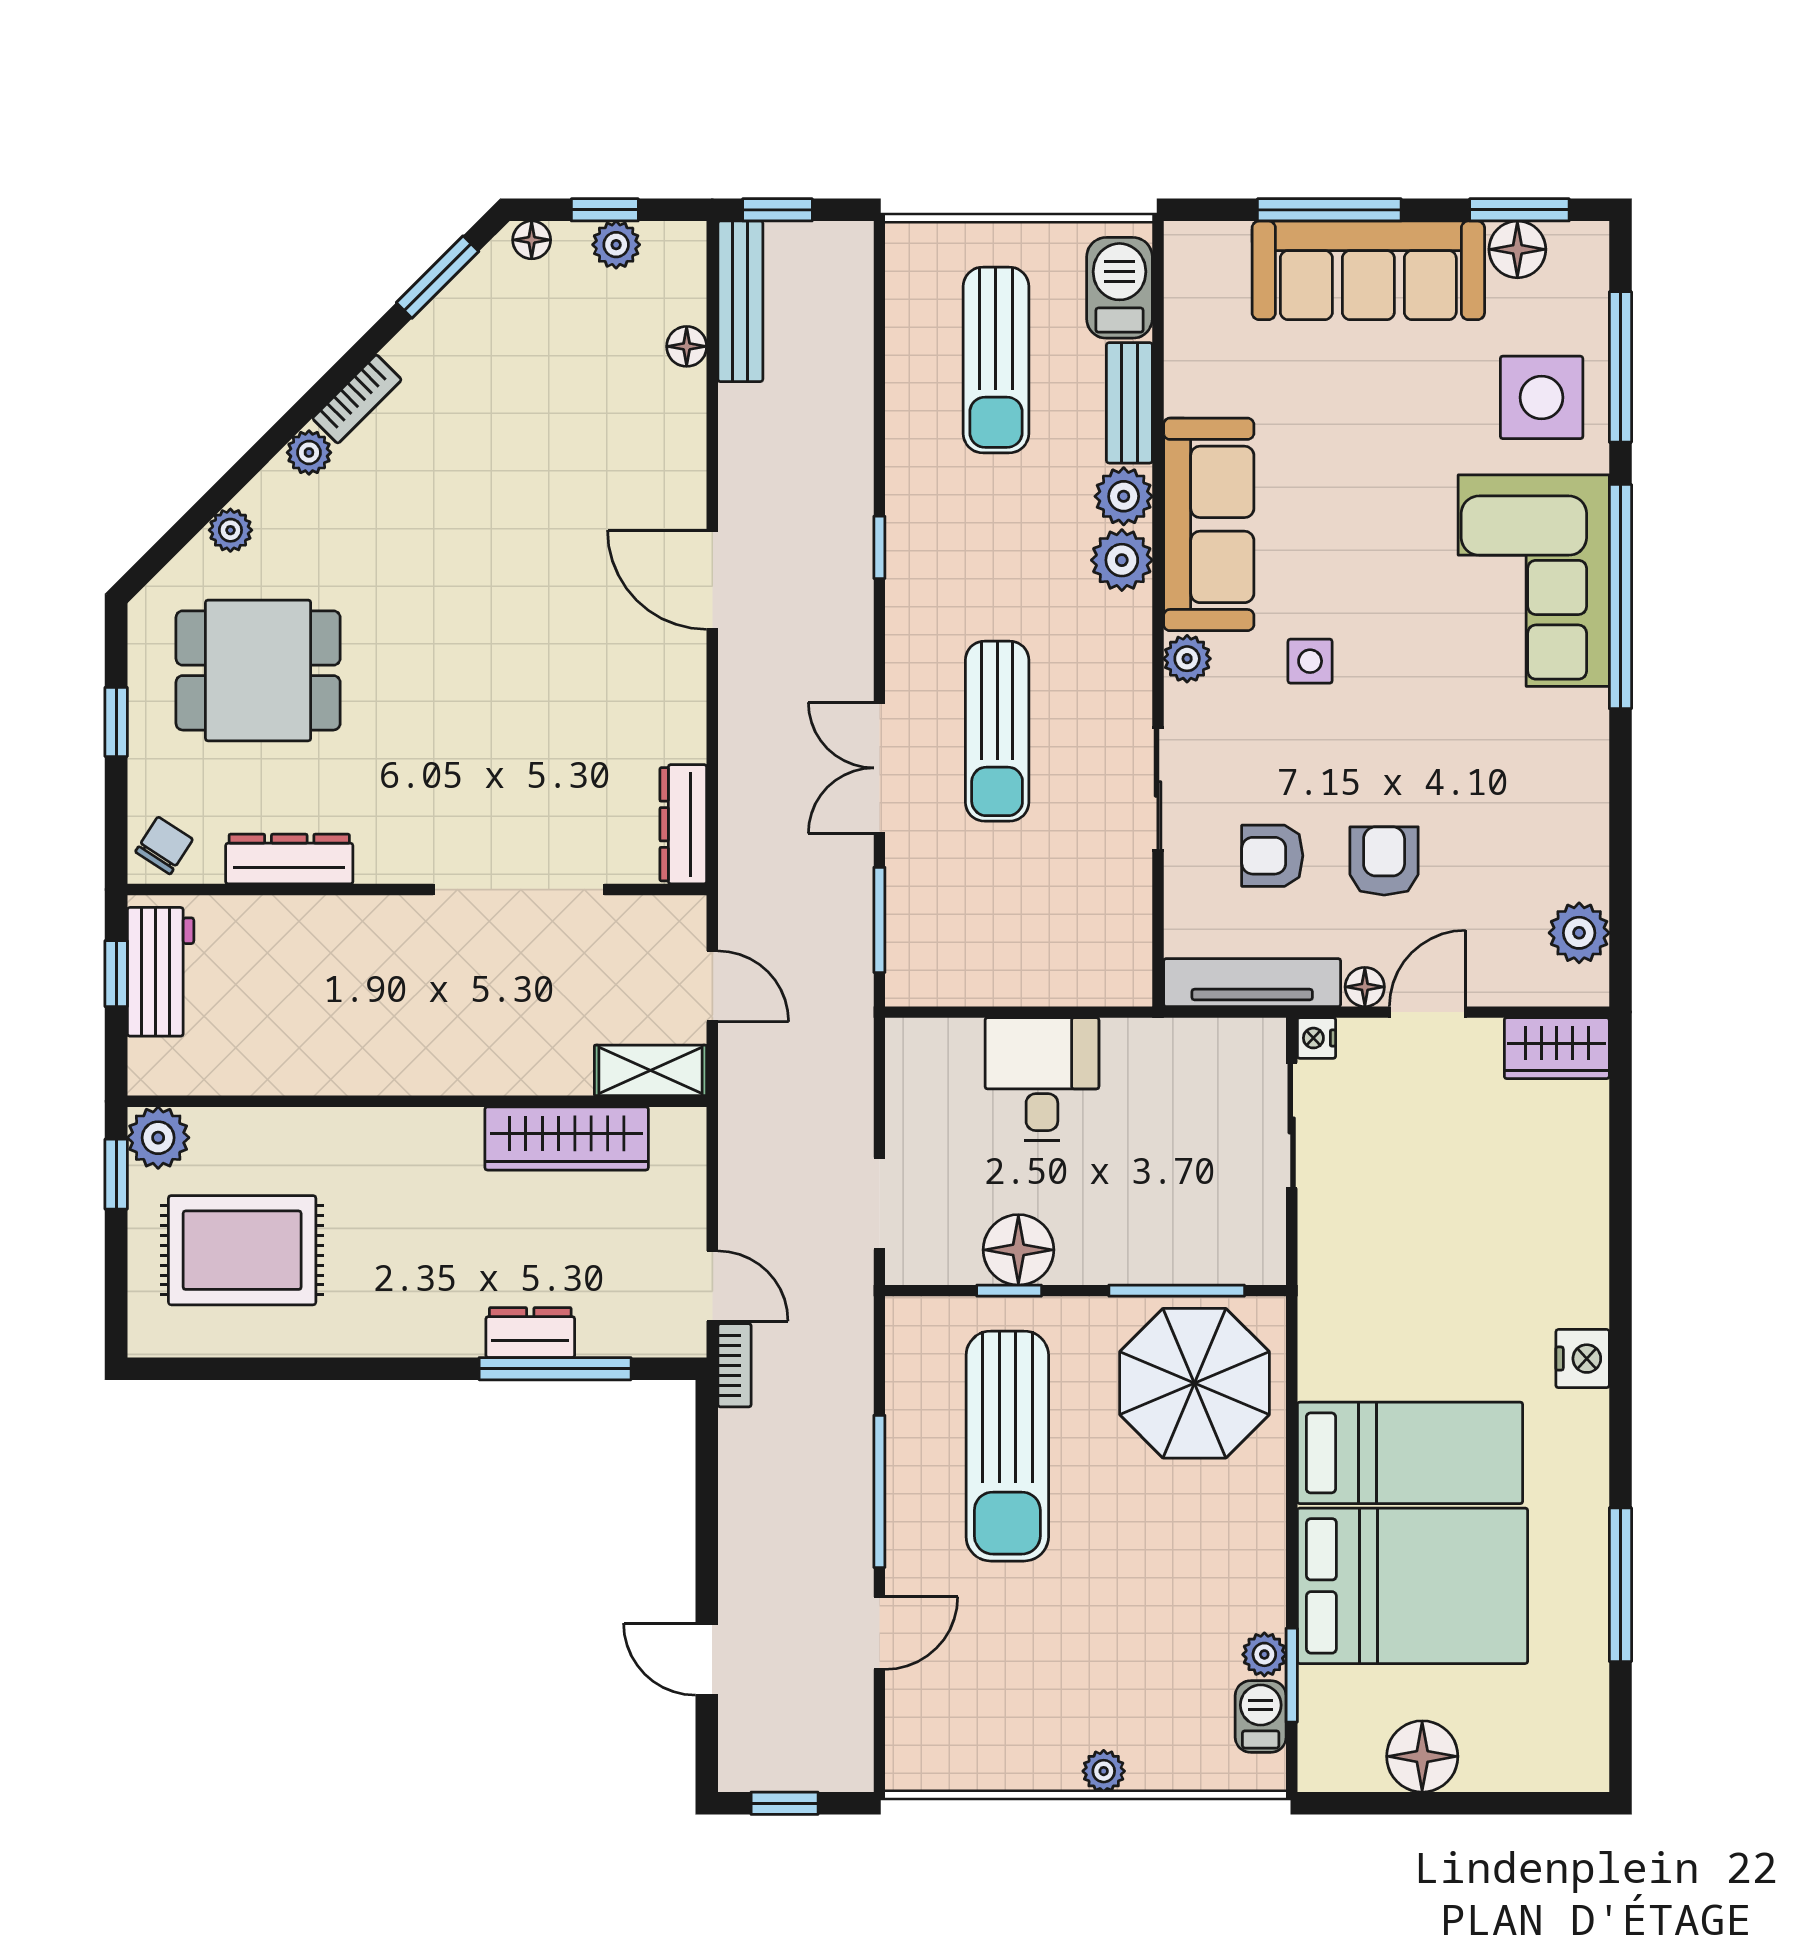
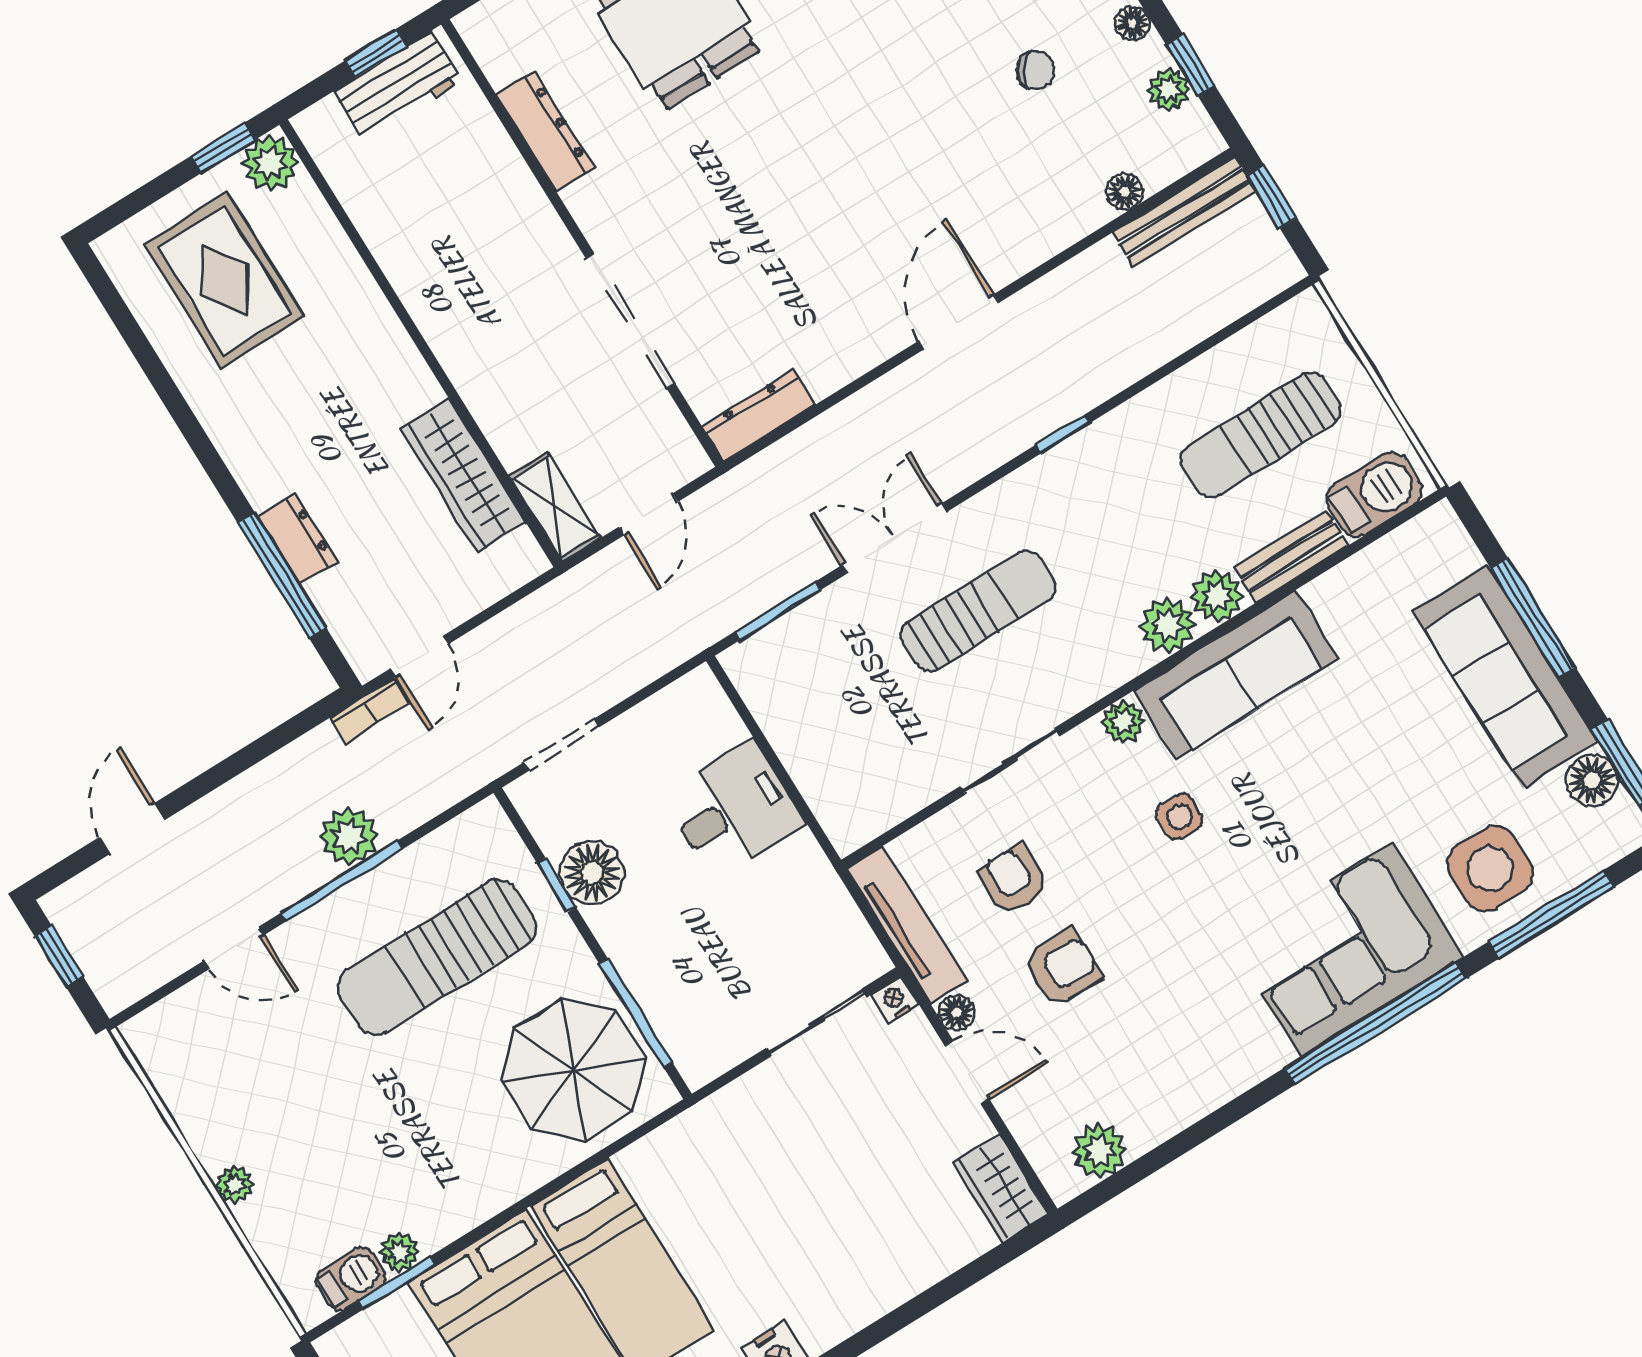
sun lounger: (997, 731) -> (978, 611), turned 180
chair: (164, 846) -> (1036, 70), moved
plant: (842, 1459) -> (349, 837), added

